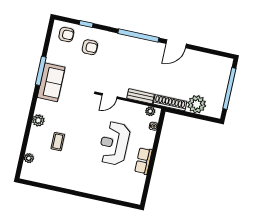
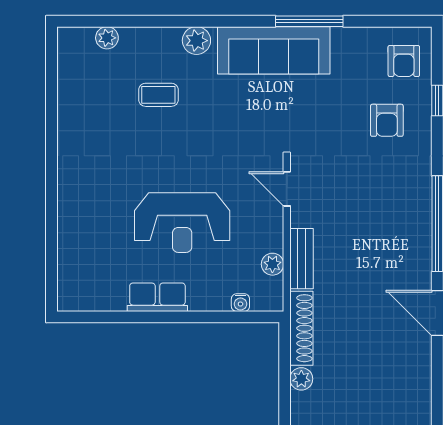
sofa: (51, 82) -> (274, 50), width x1.36
plant: (197, 104) -> (301, 379), width x0.53, depth x0.53
plant: (150, 111) -> (272, 264), moved
reception desk: (114, 143) -> (182, 223), turned 180

